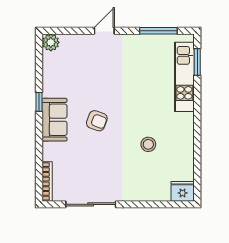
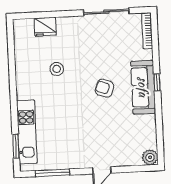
window: (39, 102) -> (157, 82), moved
sofa: (54, 120) -> (143, 87), width x1.36
fridge: (183, 191) -> (45, 27), moved

